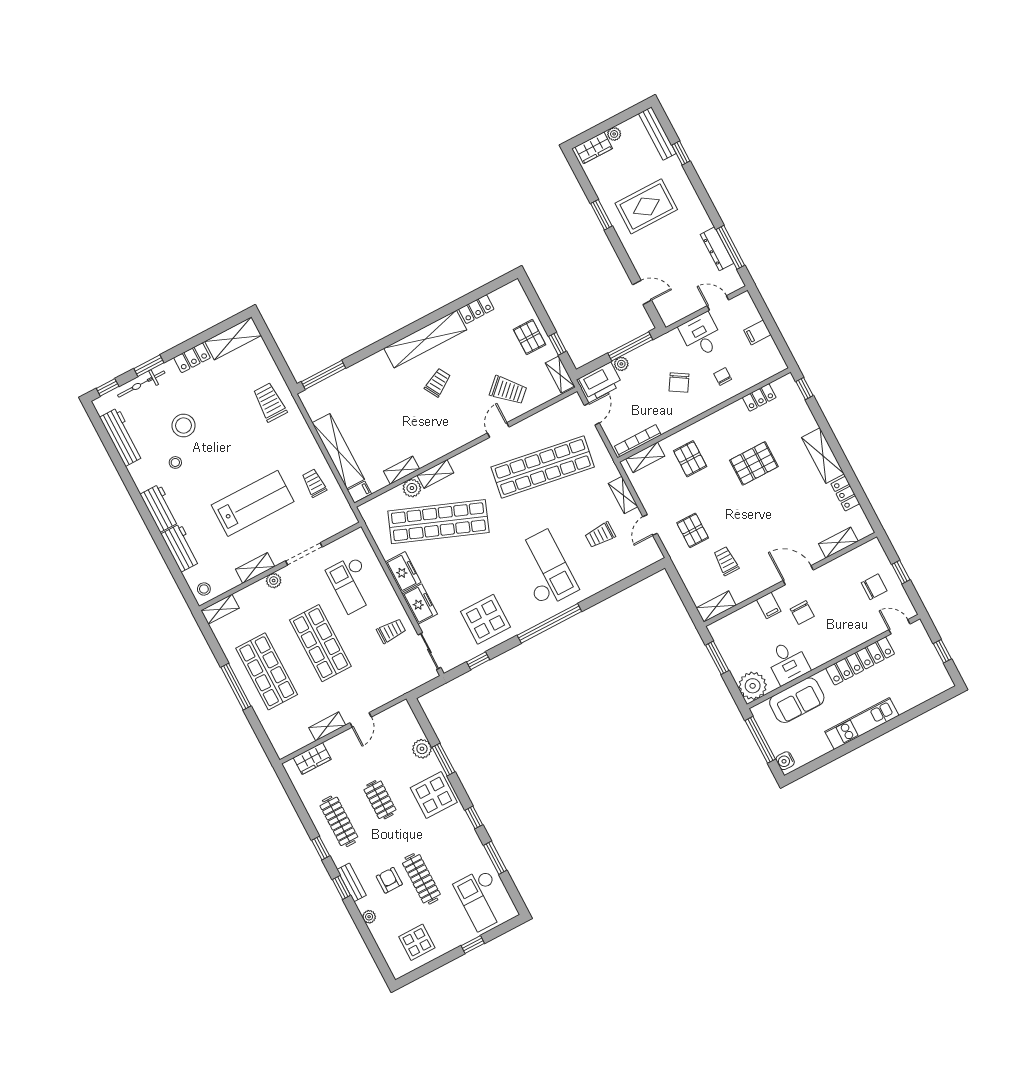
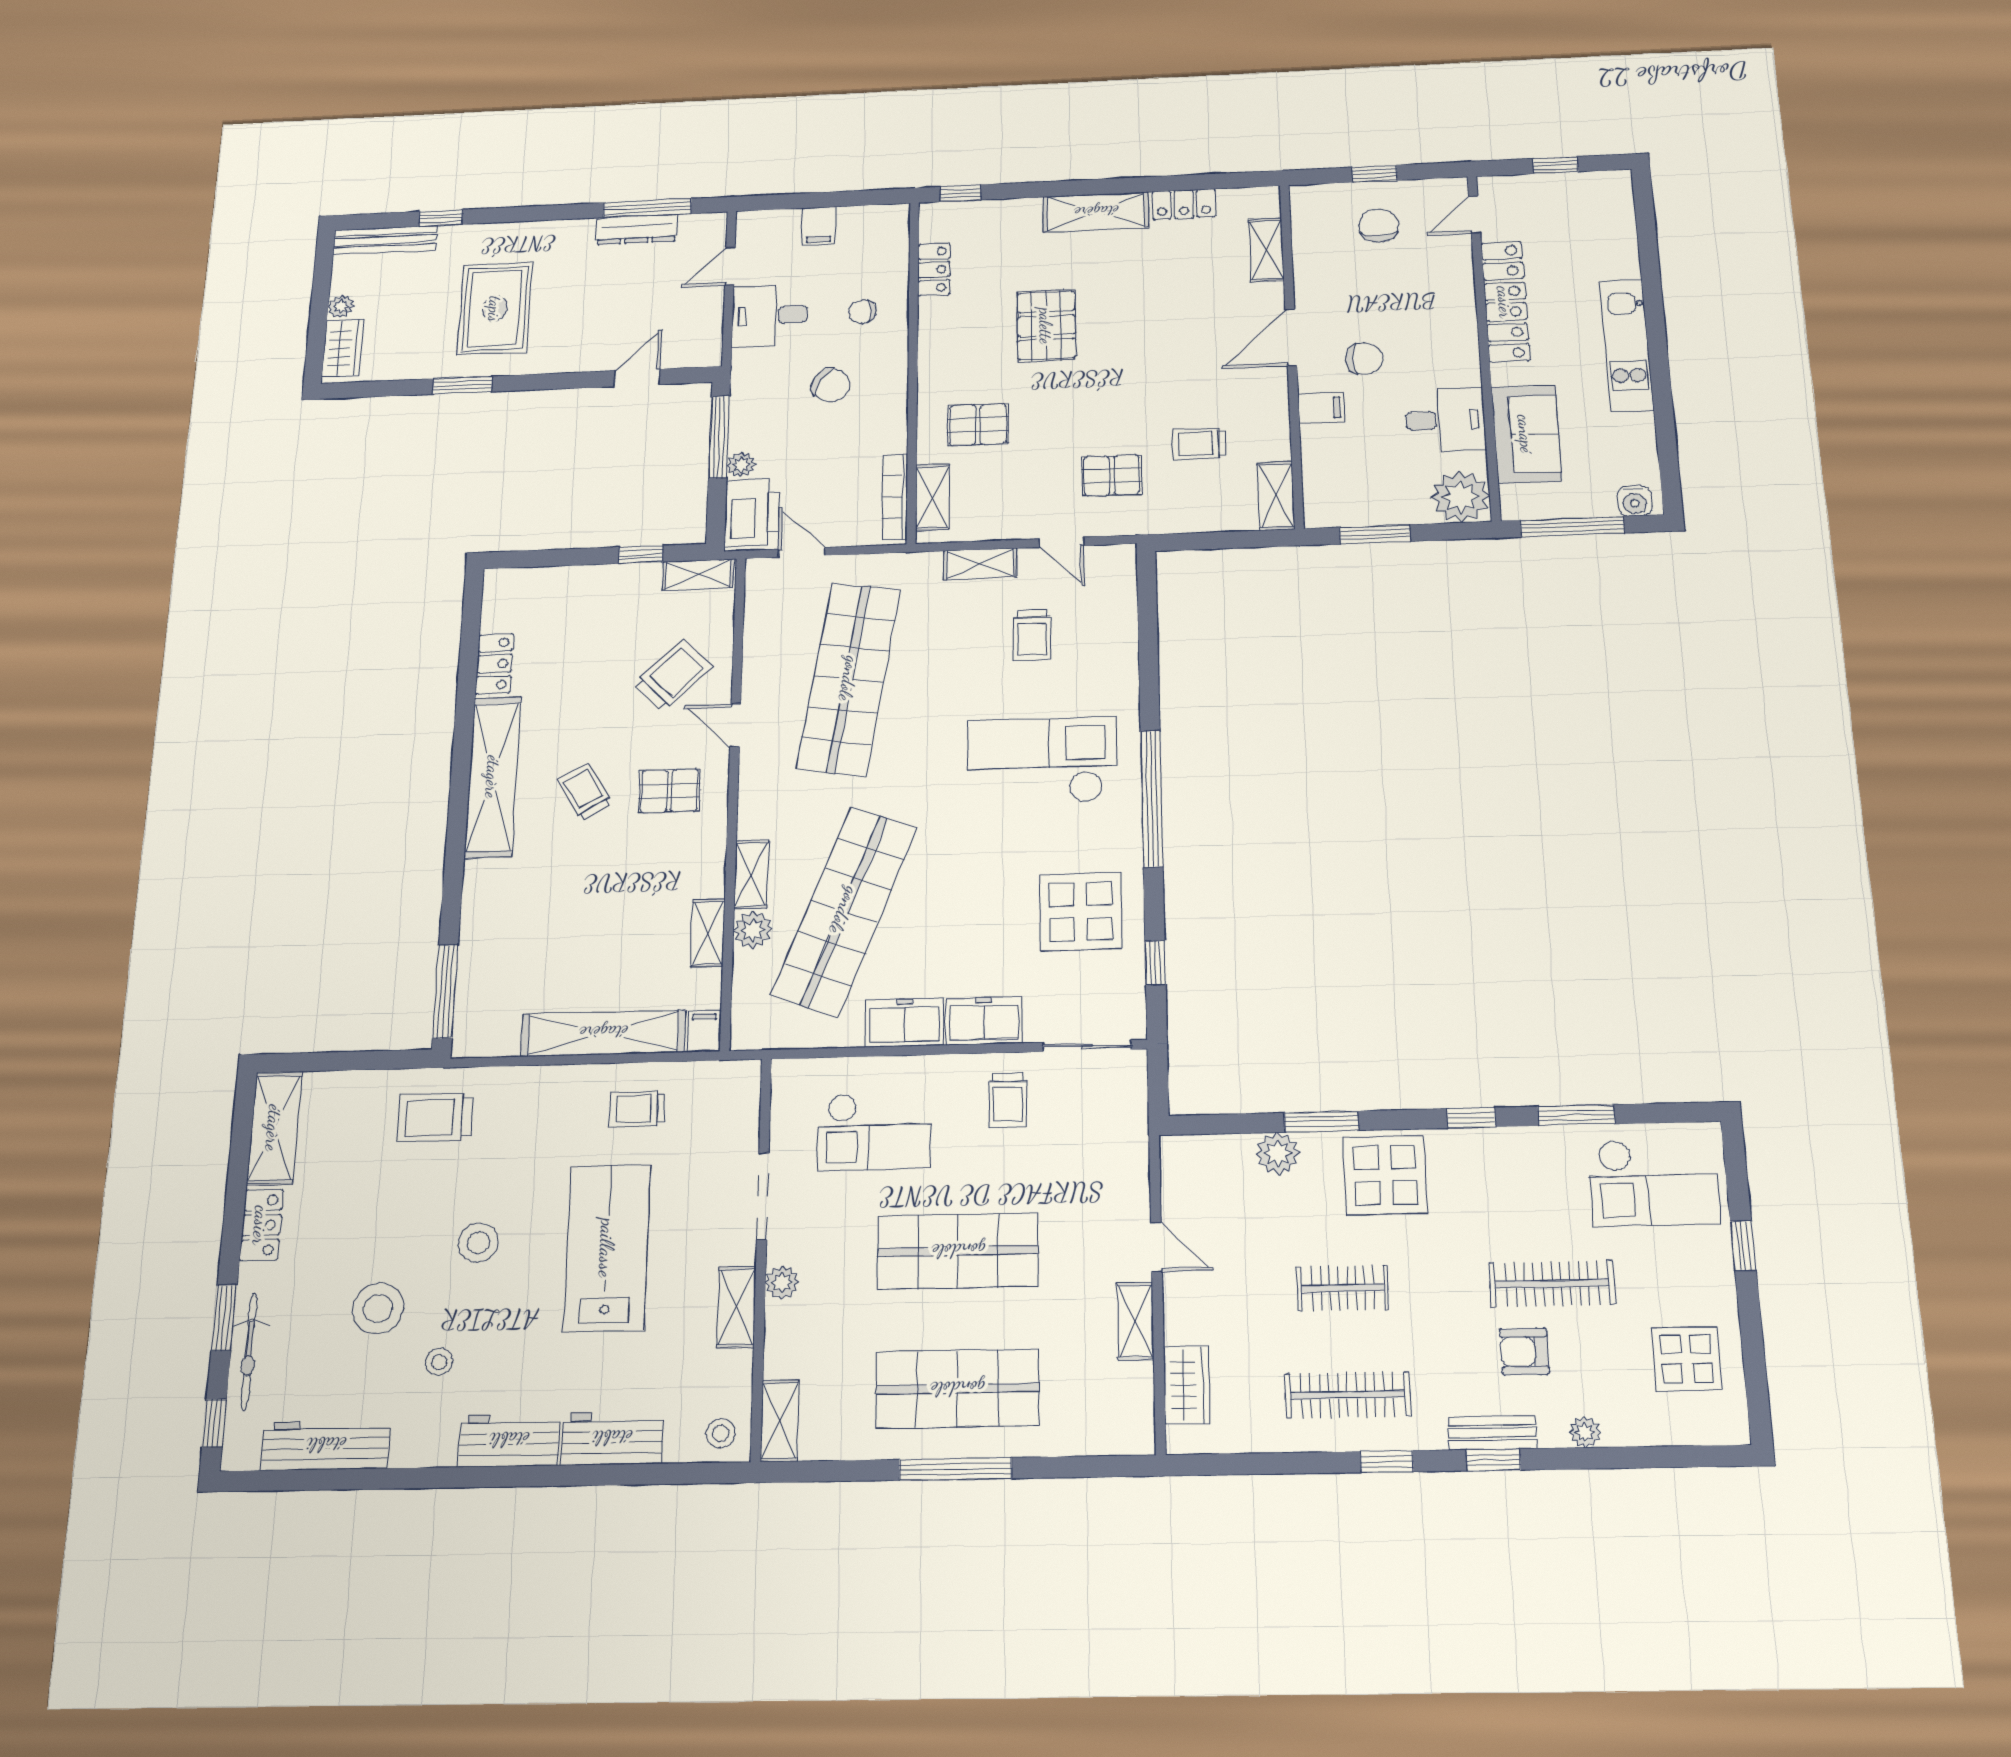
pallet: (530, 337) -> (669, 791), moved
stool: (229, 450) -> (478, 1243), added
trolley: (391, 631) -> (1008, 1100), turned 180

